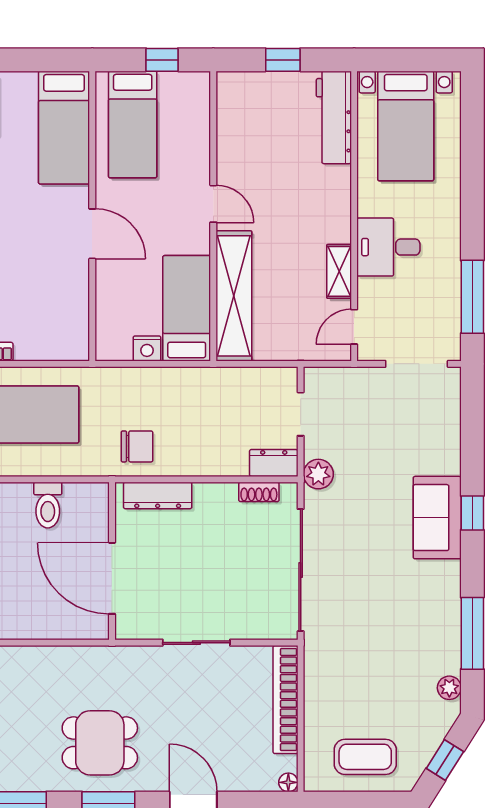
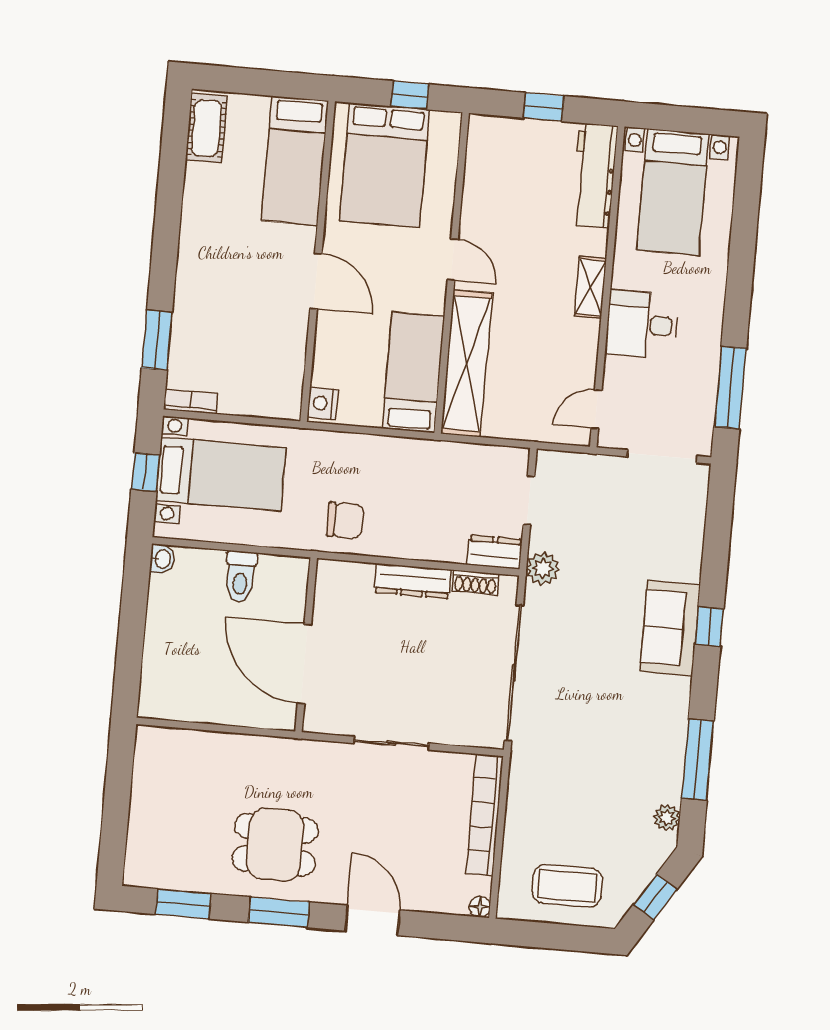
bed: (133, 124) -> (385, 165), width x1.50
shelving: (339, 271) -> (591, 287), moved
nightstand: (147, 348) -> (322, 403), moved, turned 90
dresser: (158, 495) -> (413, 581), moved

